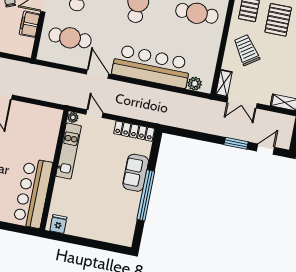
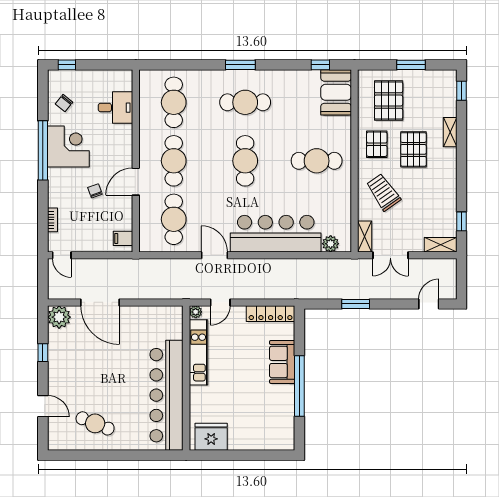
filing cabinet: (29, 24) -> (123, 238), moved, width x0.50
cafe table: (70, 38) -> (174, 219), turned 90
door: (95, 114) -> (220, 302), swing flipped
window: (236, 143) -> (356, 304), moved
bar counter: (33, 193) -> (167, 395), width x1.36
fridge: (58, 224) -> (211, 437), width x1.88, depth x1.34

